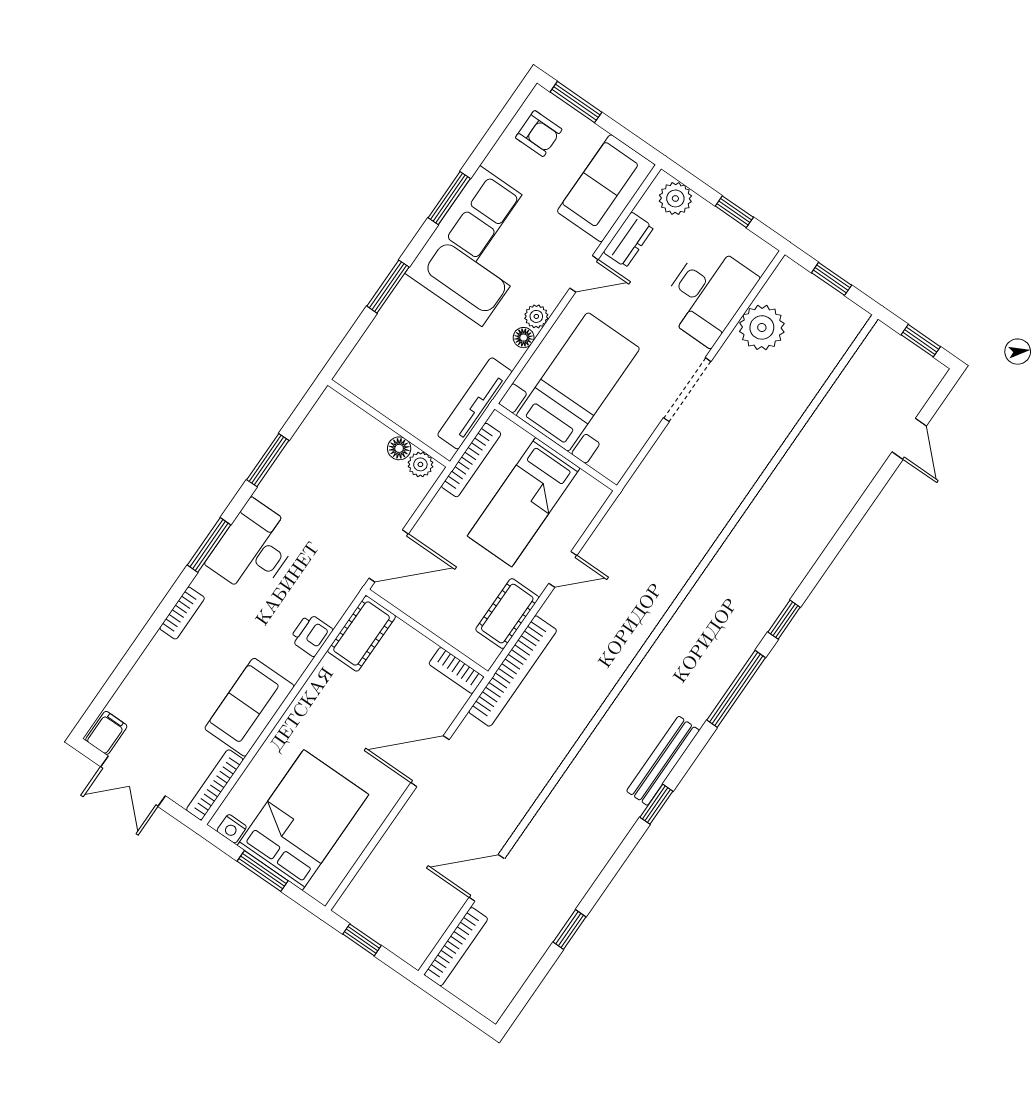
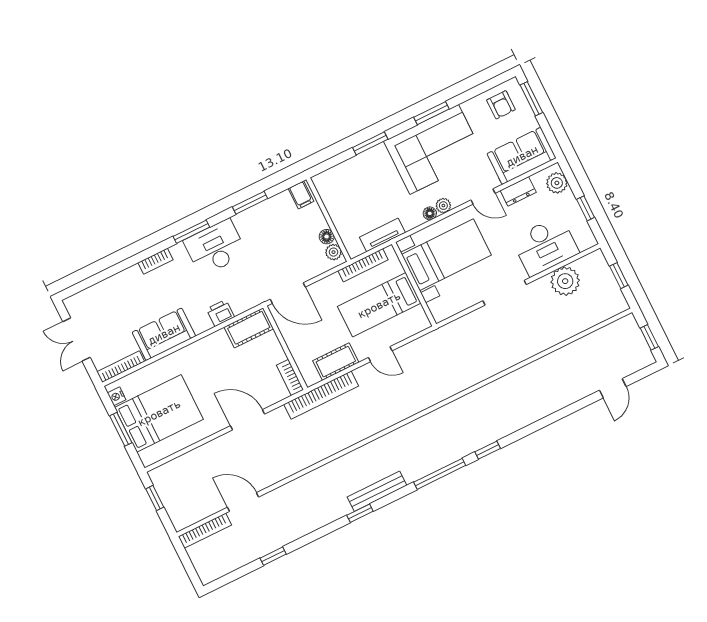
tv unit: (475, 403) -> (382, 235), width x0.71
filing cabinet: (106, 733) -> (301, 195), moved, turned 90

